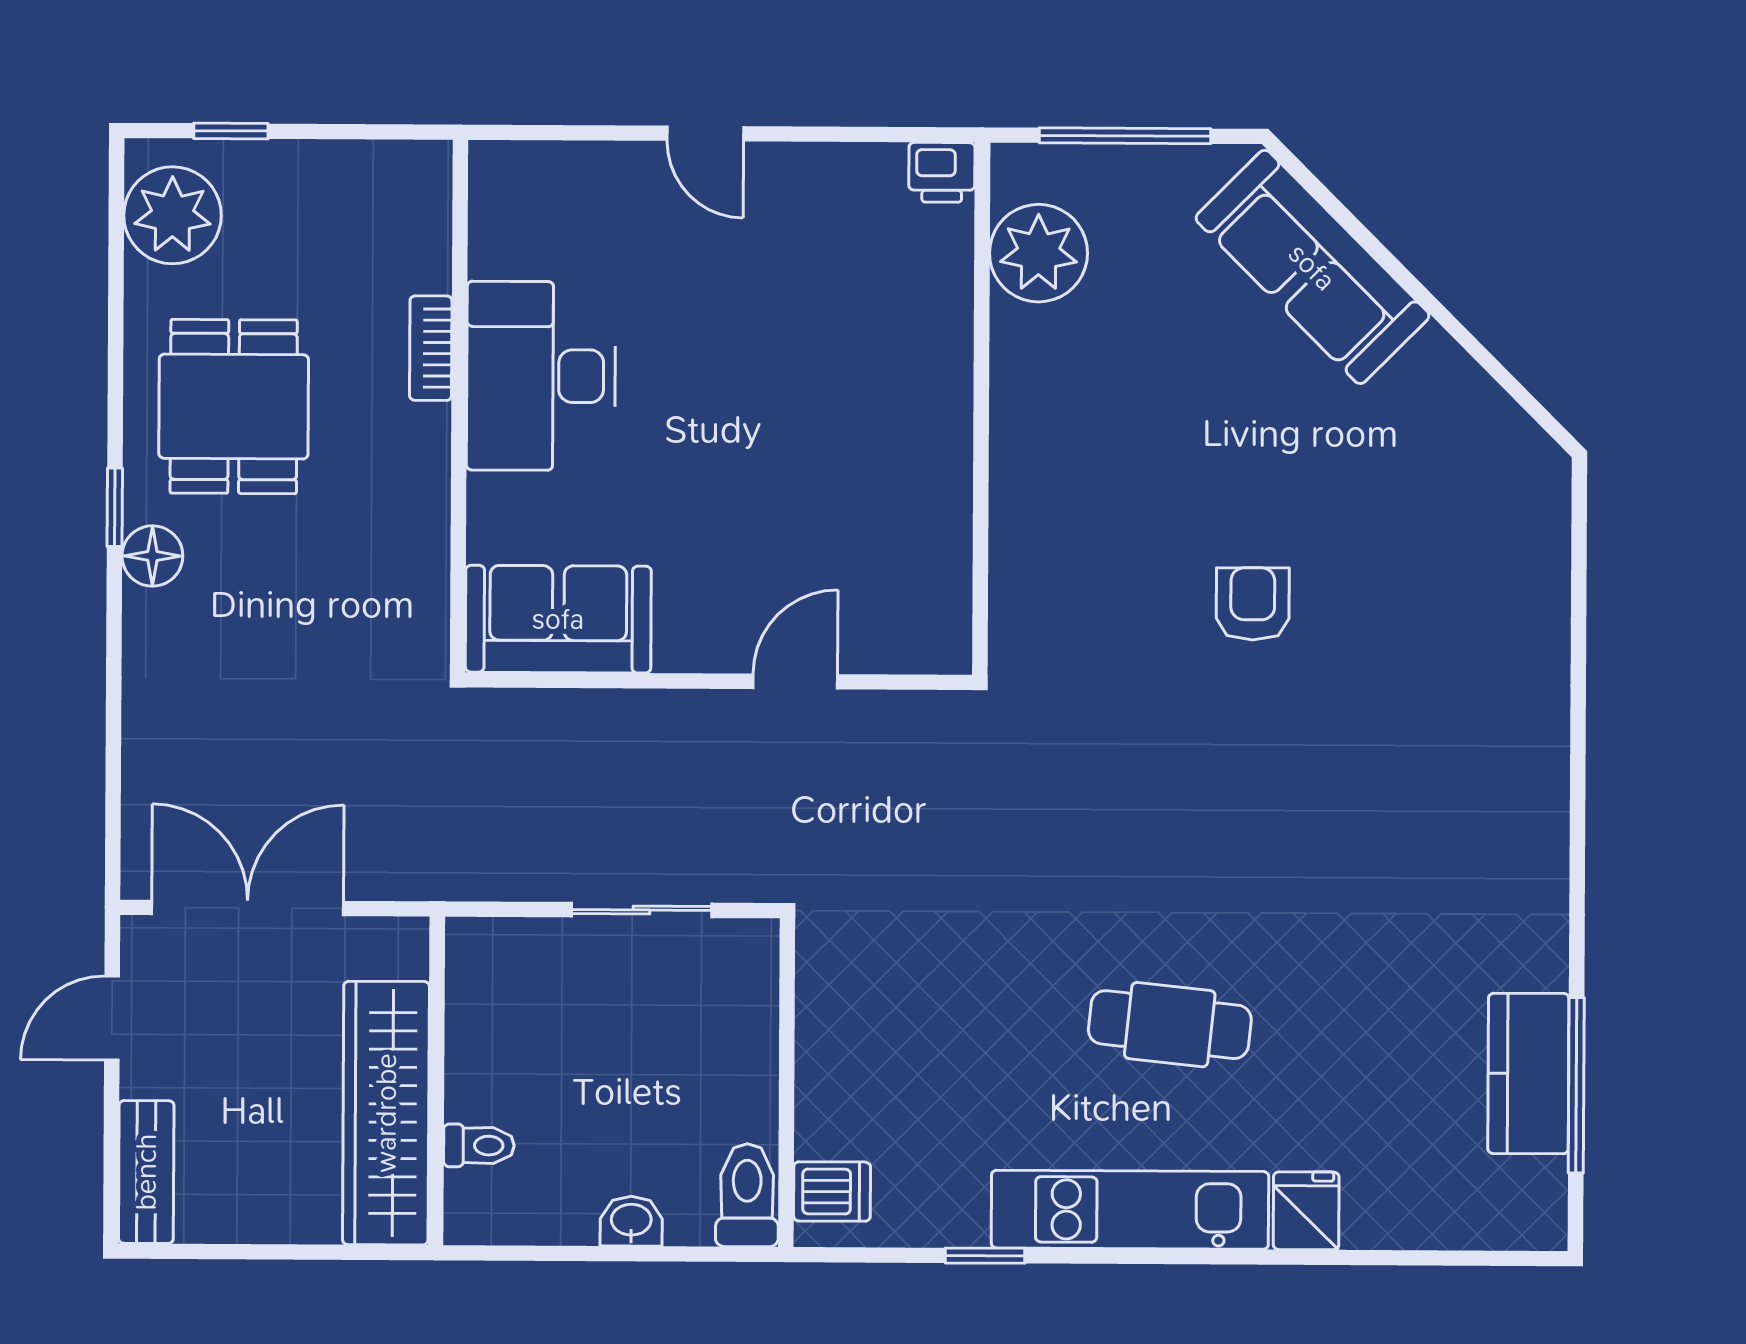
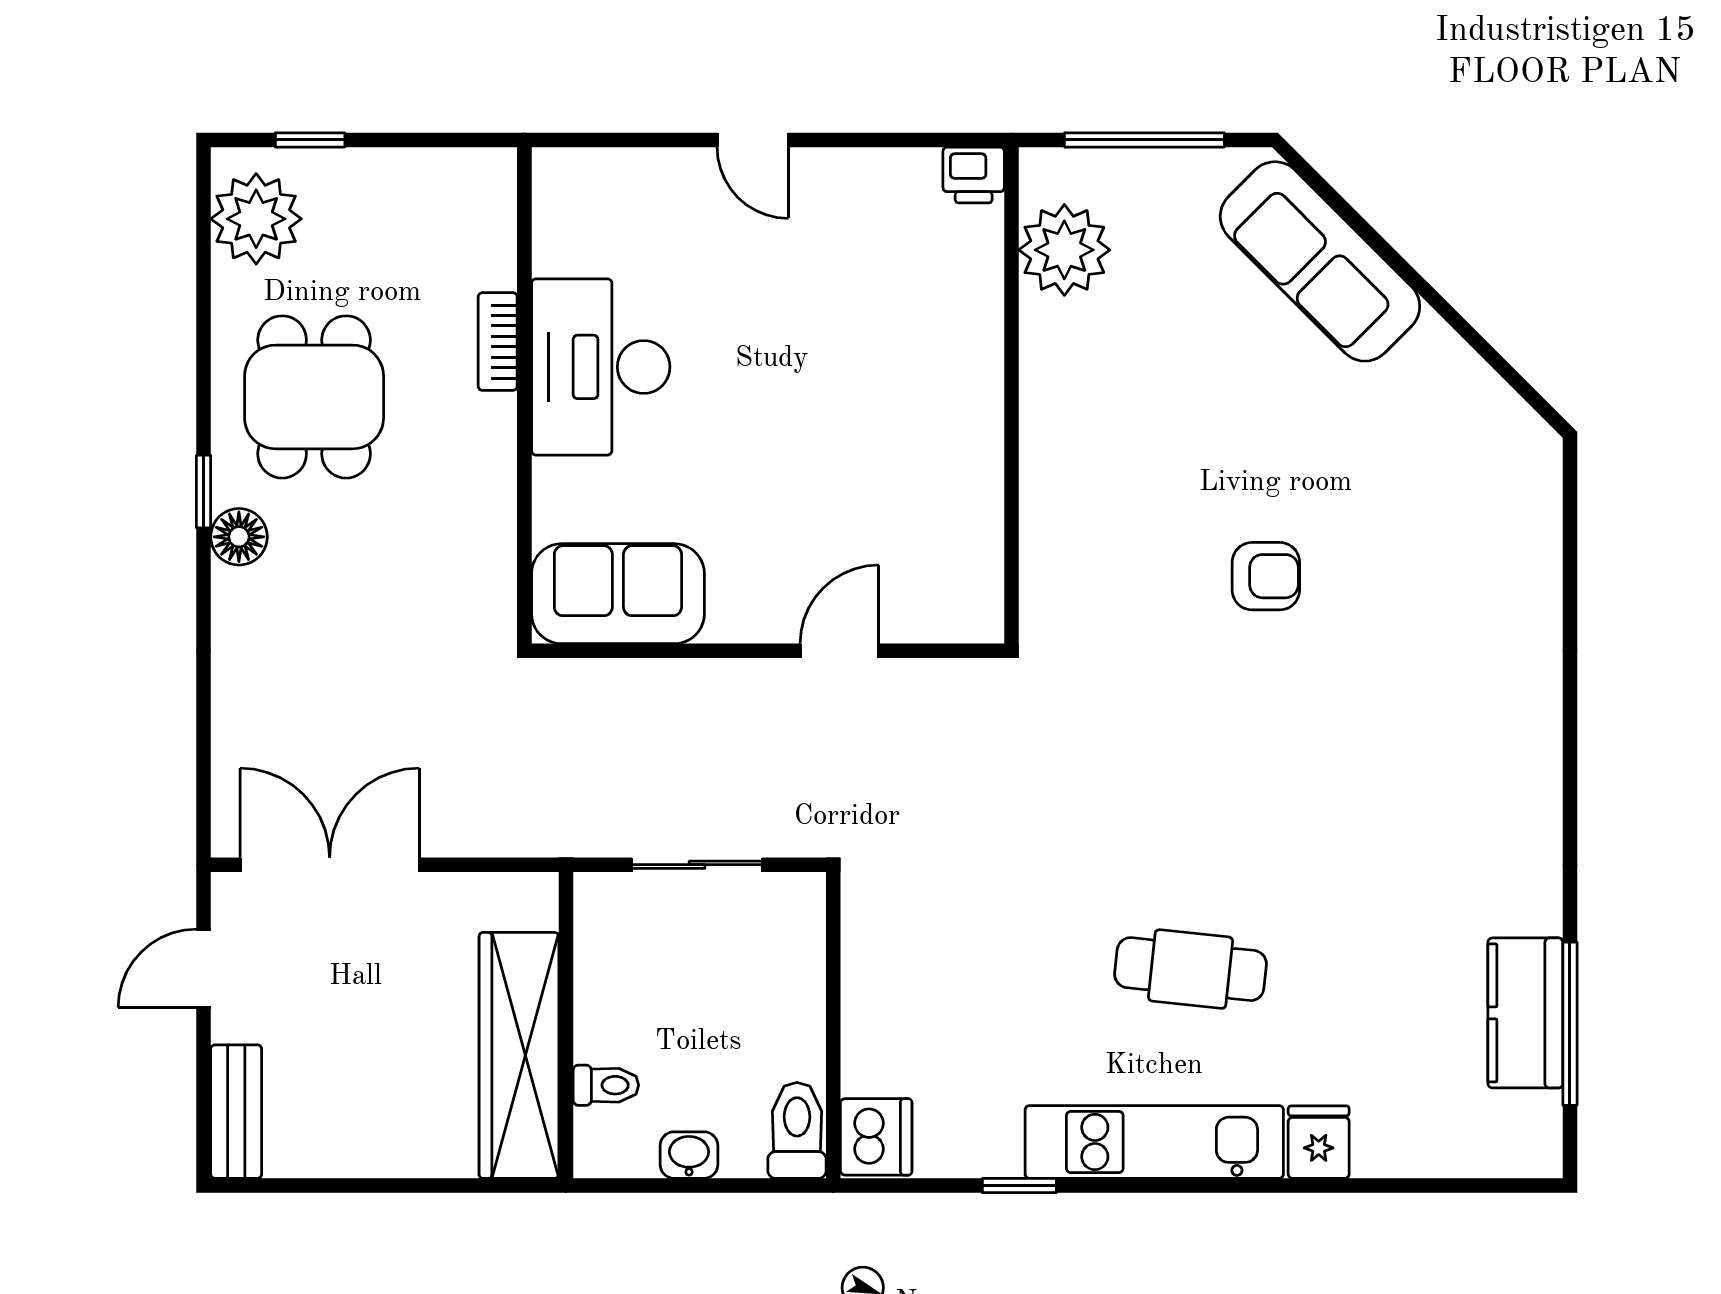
armchair: (1253, 604) -> (1266, 576), turned 90
wall: (436, 1081) -> (566, 1025), moved
wardrobe: (386, 1113) -> (519, 1055), moved
toilet: (479, 1145) -> (606, 1085), moved
dishwasher: (832, 1192) -> (876, 1137), width x1.38

